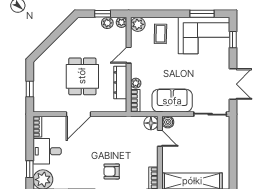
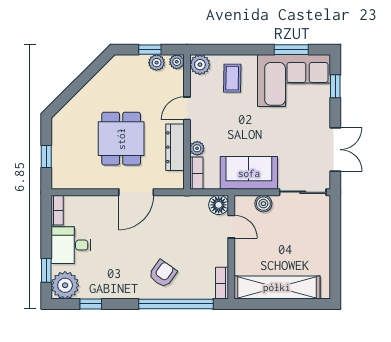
door: (78, 114) -> (136, 192), moved
boiler: (168, 122) -> (263, 204), moved
armchair: (112, 171) -> (163, 274), turned 125

